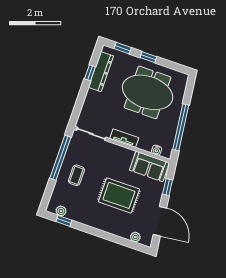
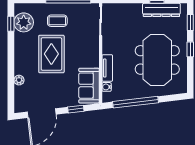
tv unit: (124, 138) -> (107, 68), moved
rug: (119, 195) -> (51, 54), moved
plant: (61, 211) -> (24, 22), width x1.87, depth x1.87
plant: (135, 237) -> (19, 80), moved

